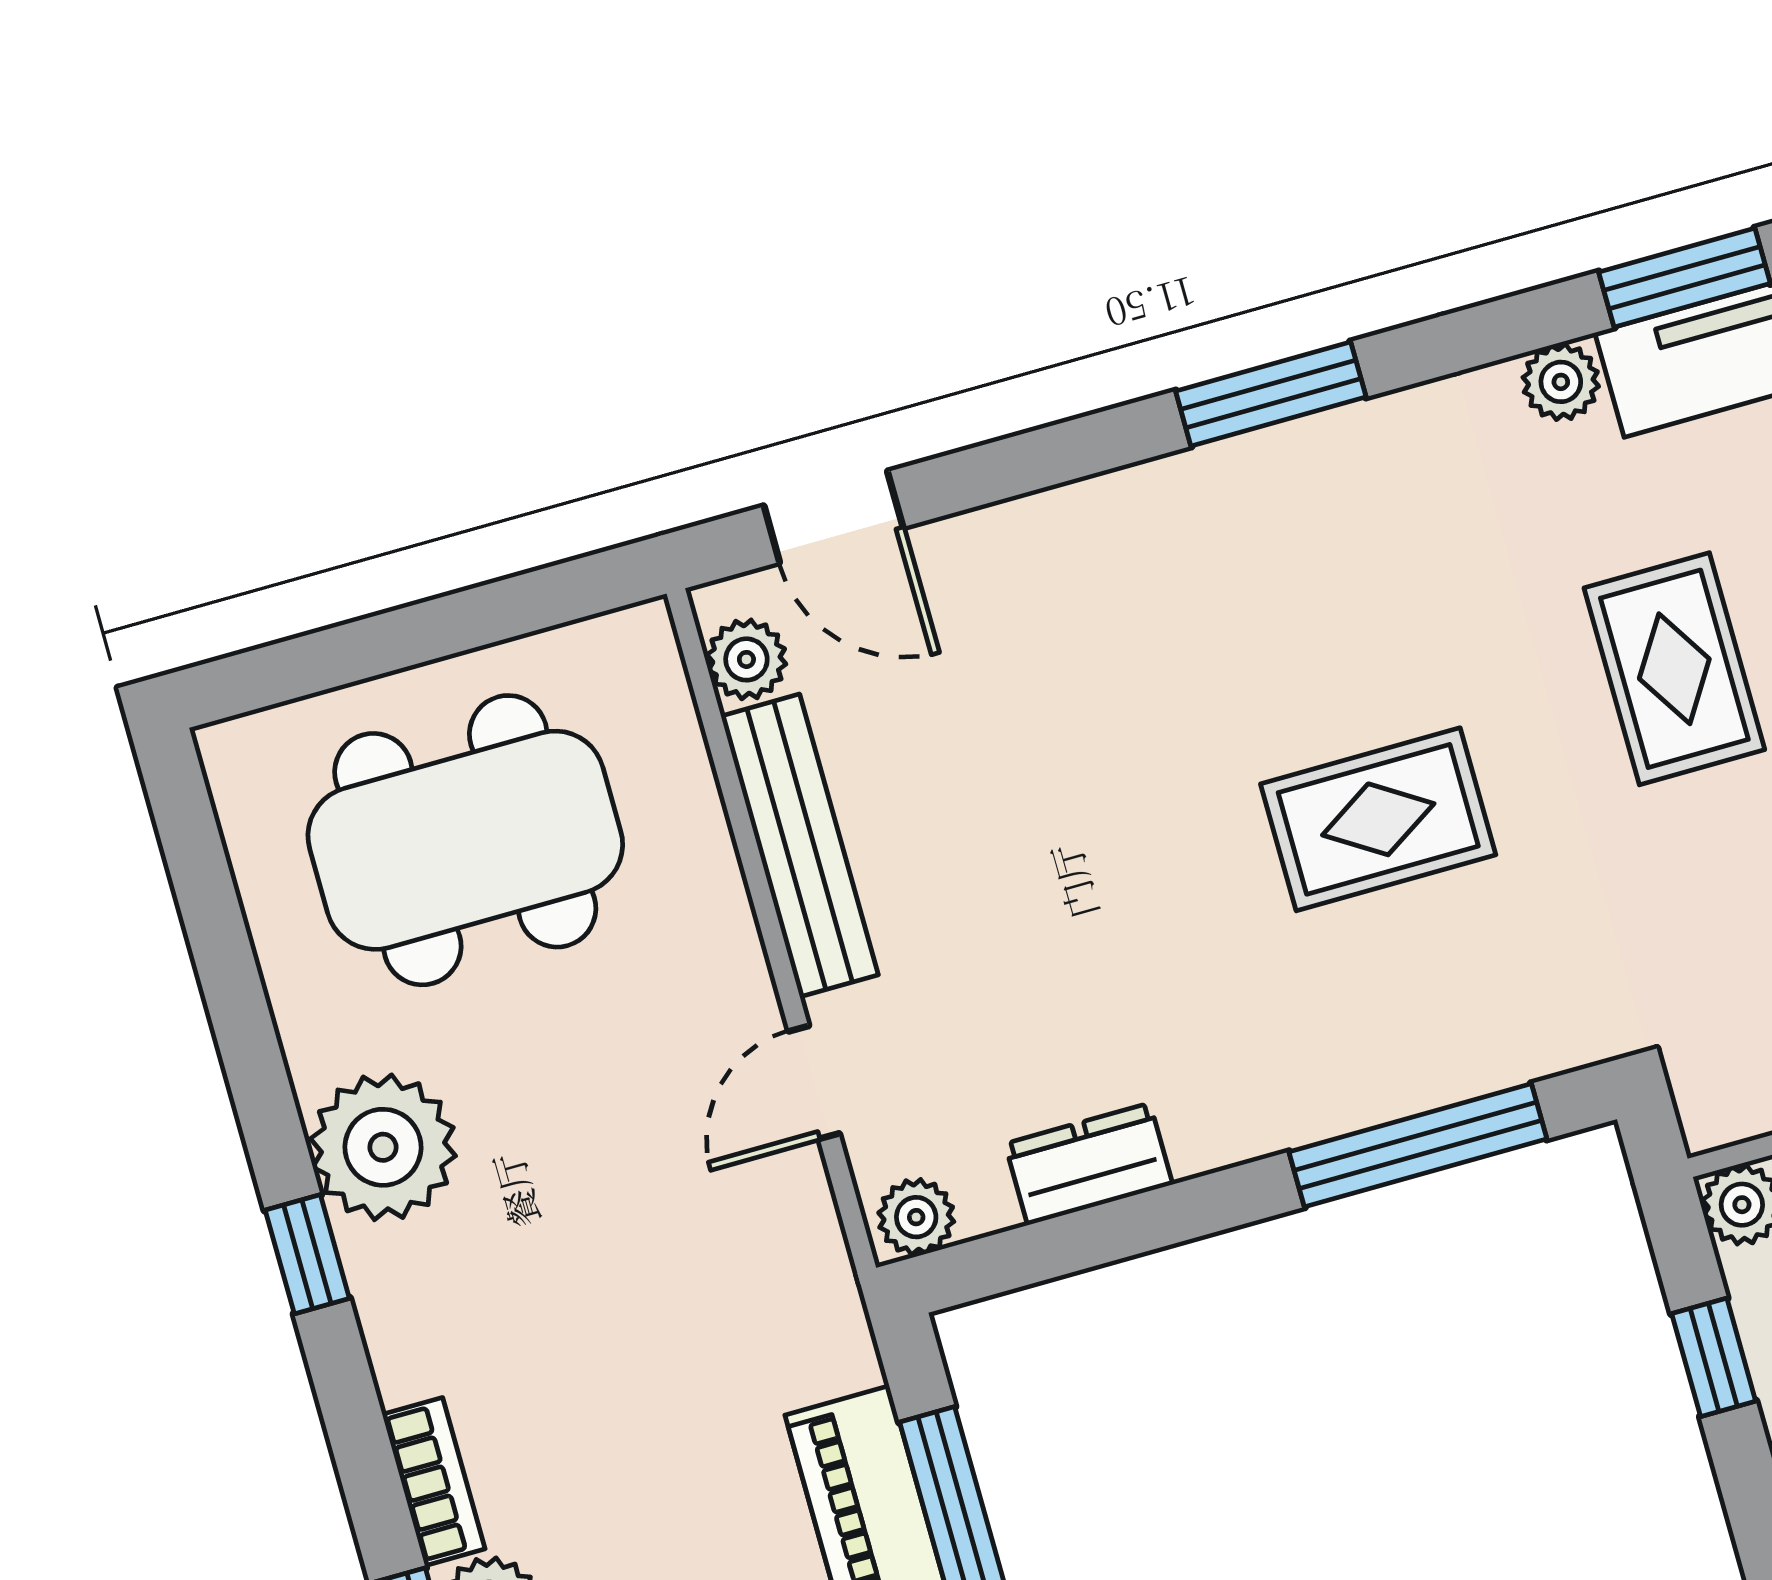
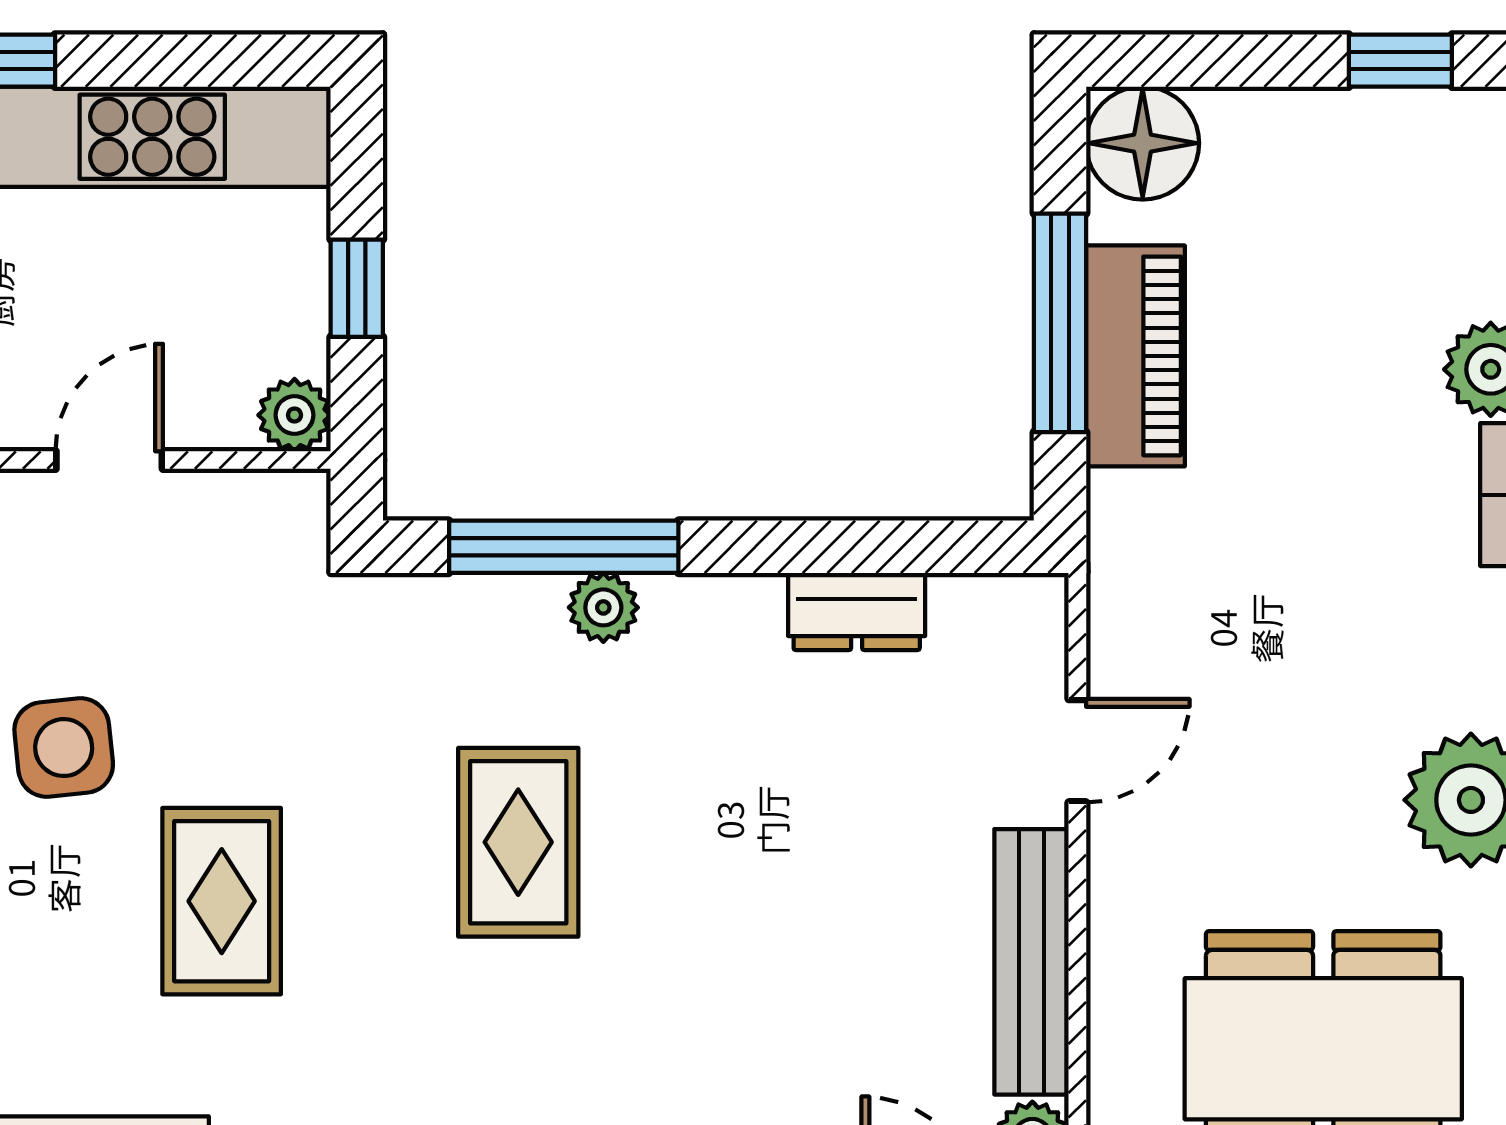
rug: (1378, 819) -> (518, 842), turned 90
plant: (916, 1217) -> (603, 607), moved

